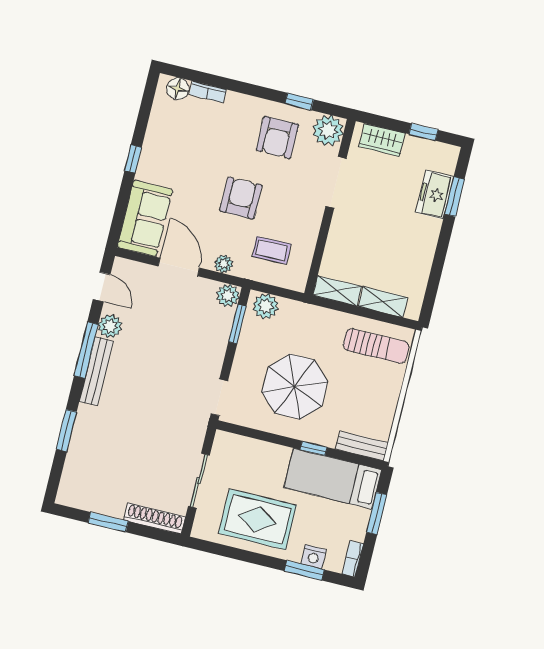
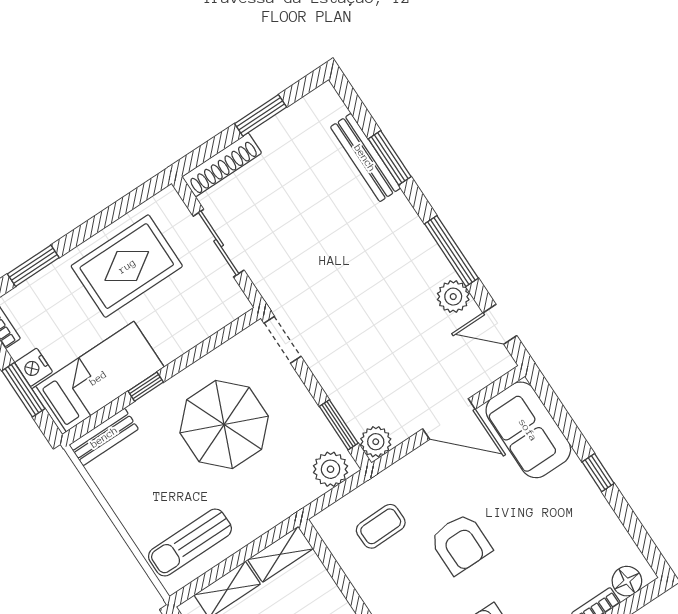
plant: (224, 264) -> (411, 466), removed
bench: (96, 371) -> (365, 158), moved
nightstand: (313, 557) -> (34, 367), moved, turned -90

